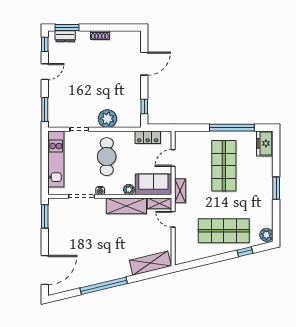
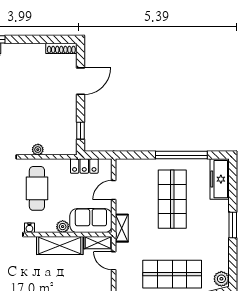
shoe rack: (100, 35) -> (61, 48), moved, width x1.43
plant: (107, 119) -> (38, 150), width x0.53, depth x0.53
freezer: (265, 143) -> (220, 179), width x1.40

